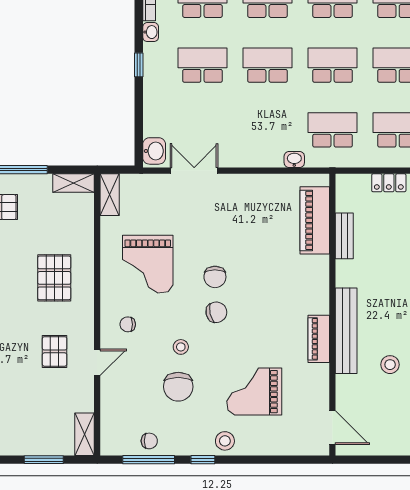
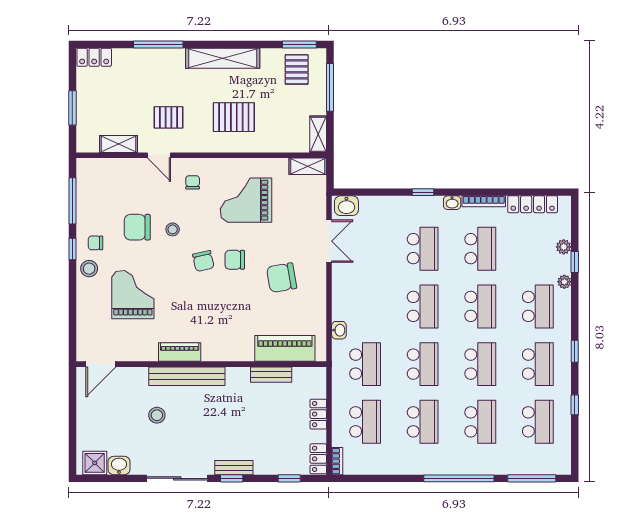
chair: (235, 224) -> (282, 278), added
shelving: (85, 434) -> (119, 144), moved
chair: (149, 441) -> (95, 243), moved, turned 90

